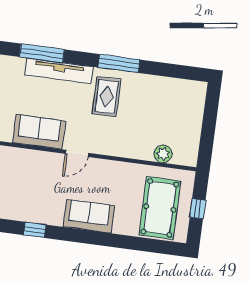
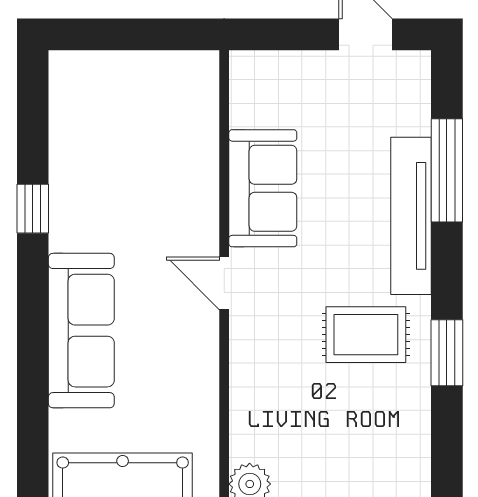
window: (119, 63) -> (447, 353), width x0.69
sofa: (89, 216) -> (81, 331), width x1.36

